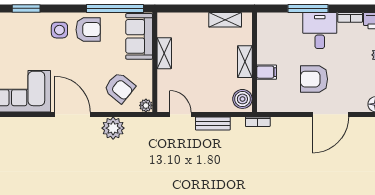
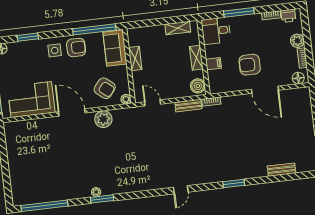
desk: (320, 31) -> (216, 31), moved, turned -90
door: (330, 114) -> (265, 90), hinge flipped
bench: (213, 123) -> (188, 106), moved

